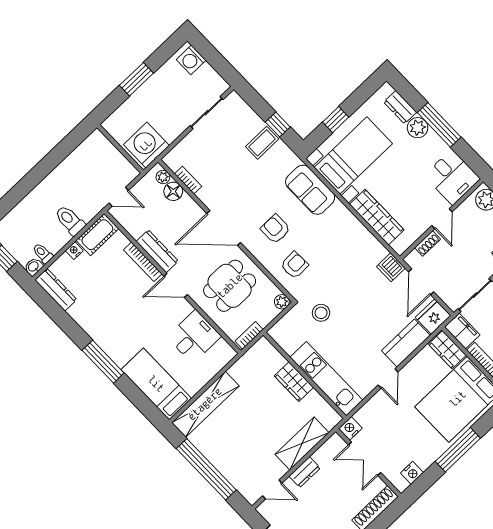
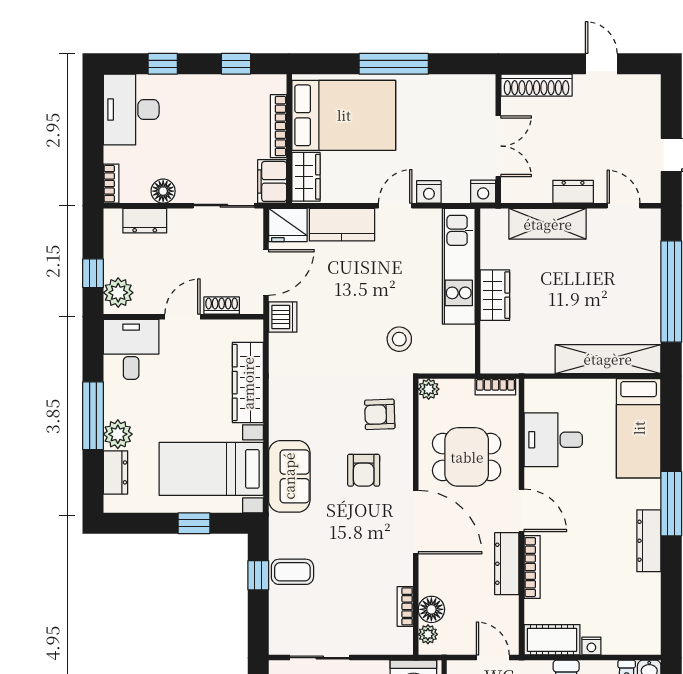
dresser: (56, 290) -> (649, 541), moved
nightstand: (412, 473) -> (429, 192), moved, turned 180

